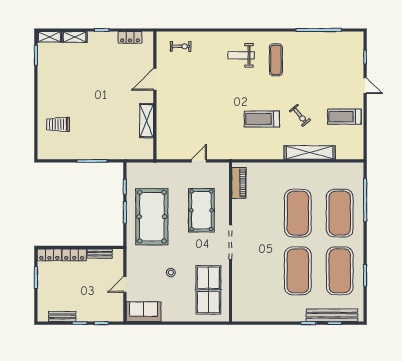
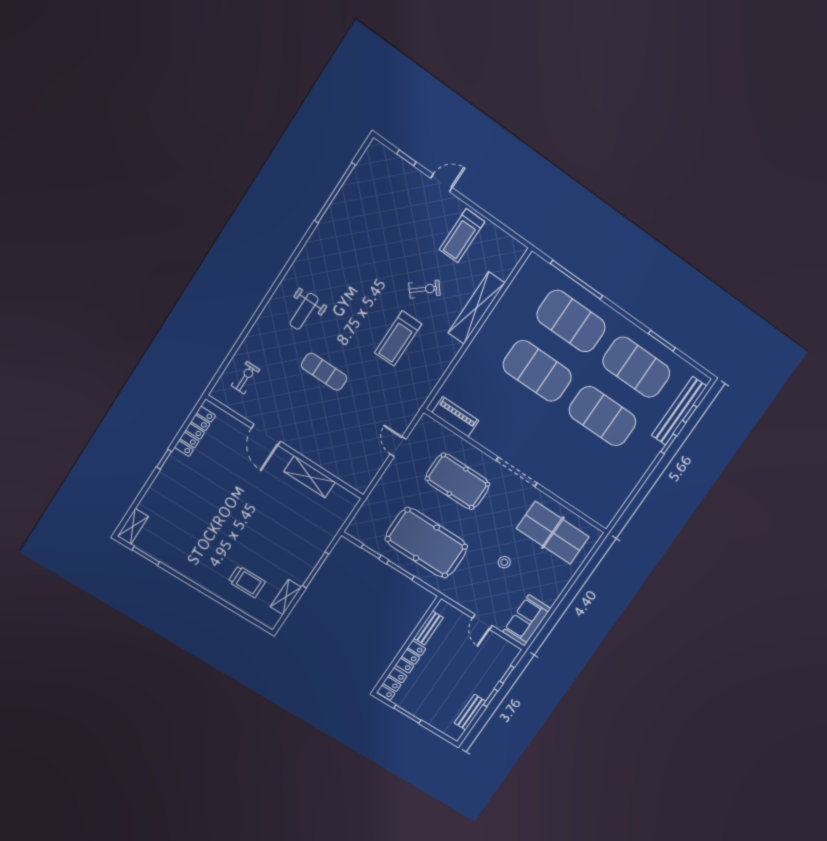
shelving: (75, 37) -> (286, 597), moved
locker: (130, 37) -> (195, 431), width x1.53
exercise mat: (276, 60) -> (324, 372), moved
trolley: (58, 124) -> (247, 582), turned -90

